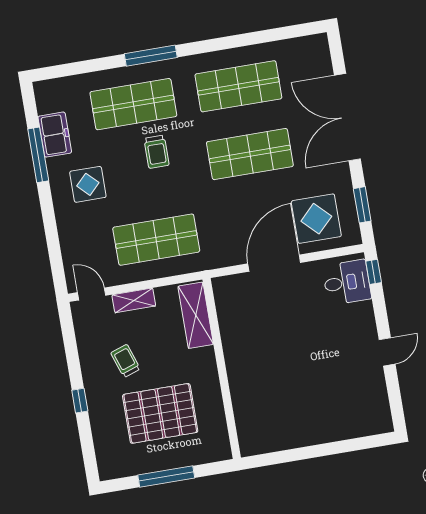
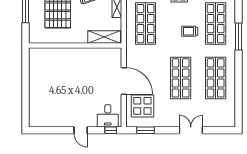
double door: (347, 117) -> (191, 130), width x0.54
door: (387, 352) -> (81, 130), moved

